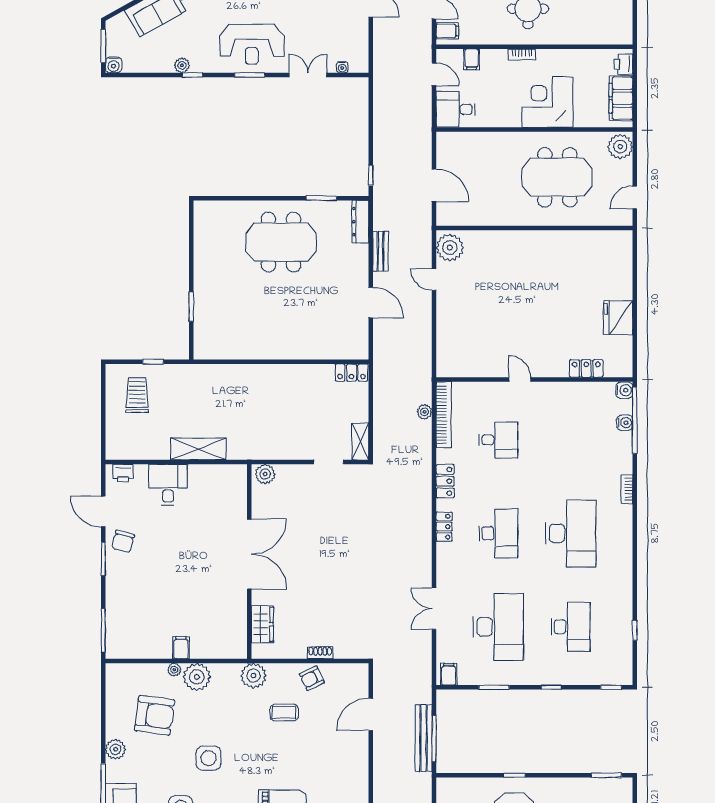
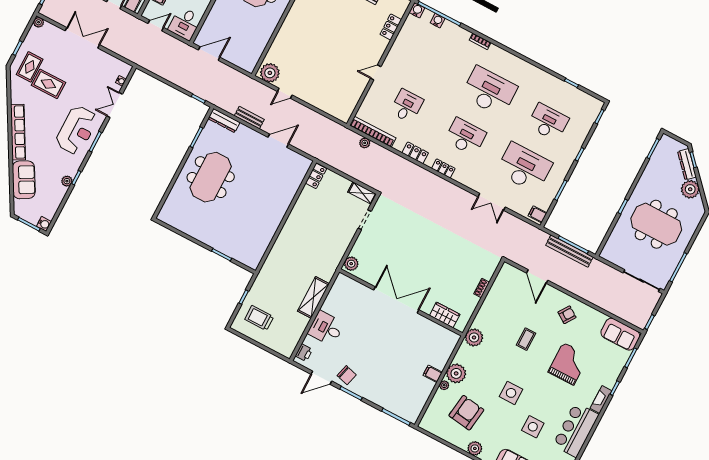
door: (434, 185) -> (209, 54), moved
armchair: (312, 678) -> (567, 315), moved, turned -121
coffee table: (284, 713) -> (526, 339), moved

